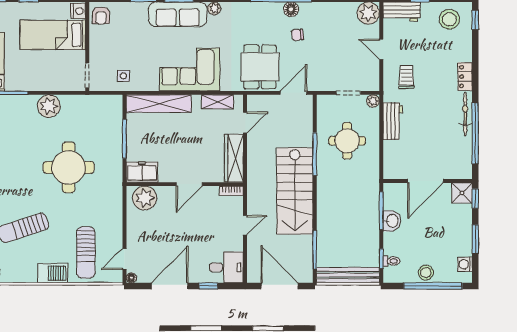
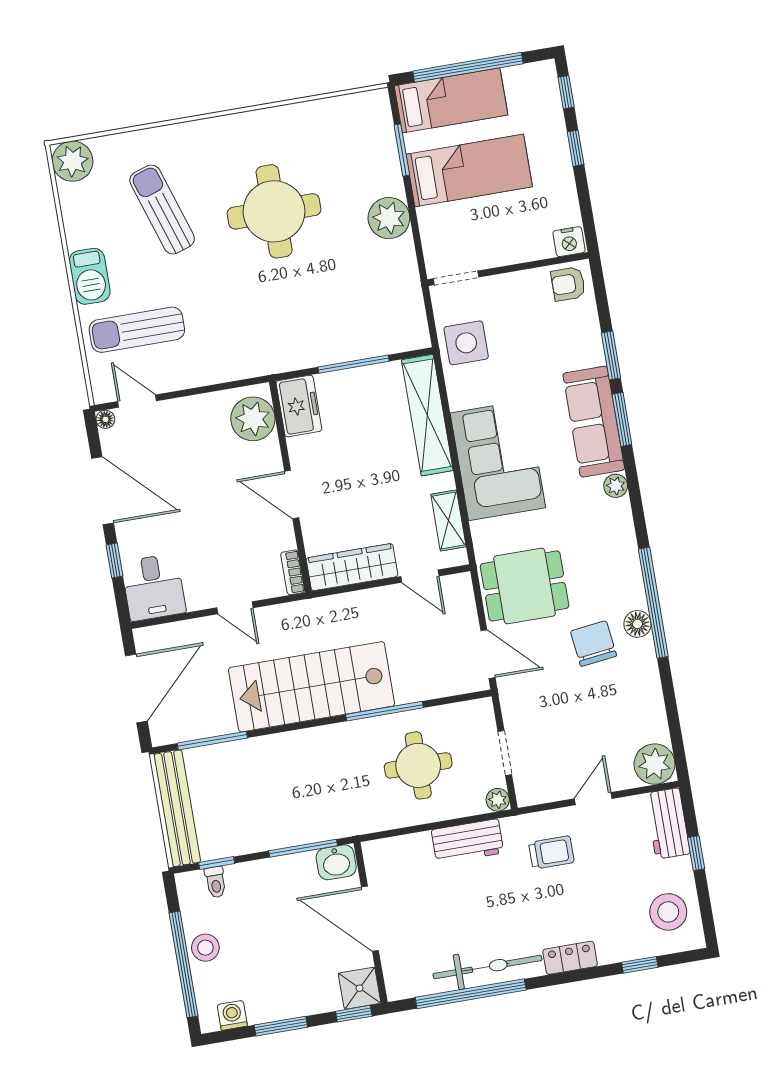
window: (475, 20) -> (640, 965), moved
bed: (53, 35) -> (469, 170), moved, turned 90
chair: (297, 35) -> (593, 644), width x1.87, depth x1.87
side table: (123, 76) -> (466, 343), width x1.87, depth x1.87
bicycle: (465, 114) -> (487, 967), width x1.37, depth x1.40
round table: (69, 167) -> (274, 211), moved
washbasin: (392, 221) -> (336, 862), moved

